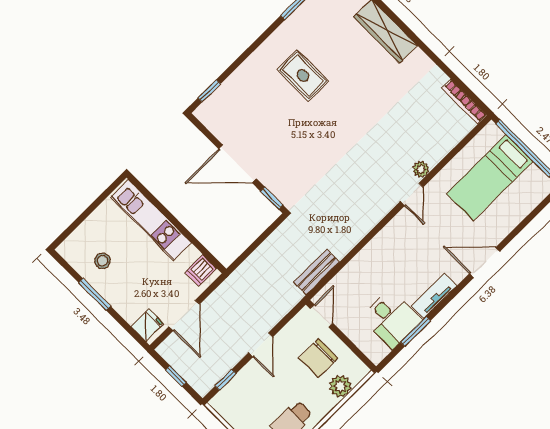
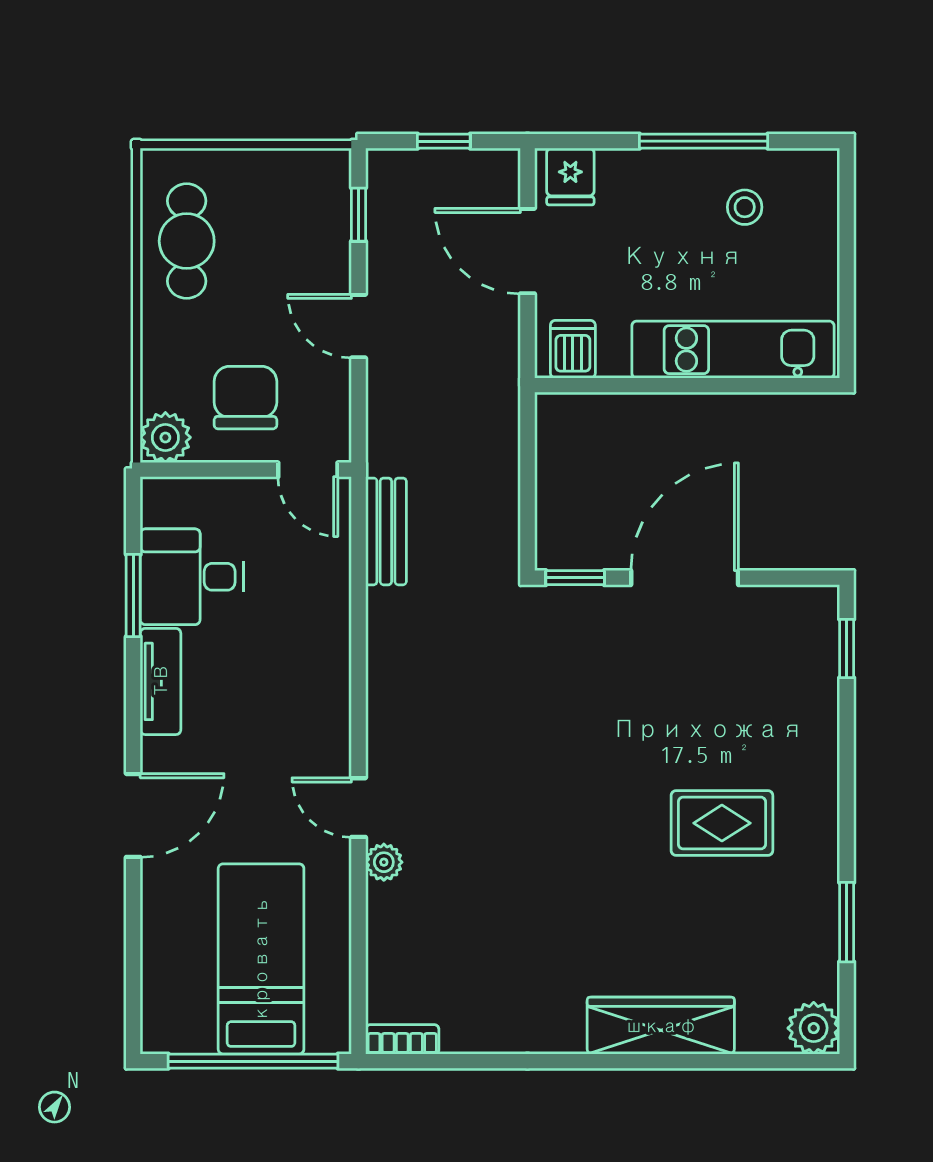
bookcase: (464, 102) -> (402, 1039), width x0.64
window: (95, 294) -> (704, 141), width x1.44
plant: (340, 386) -> (165, 437), moved

